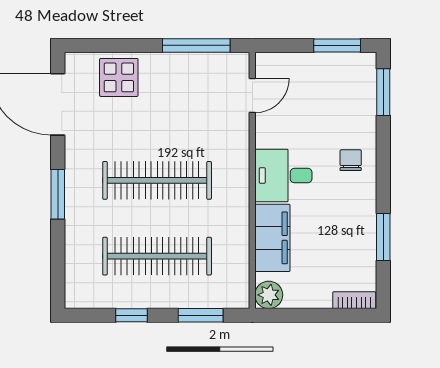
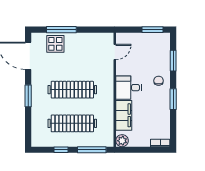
window: (196, 45) -> (61, 30), moved
window: (383, 92) -> (173, 61), moved
window: (383, 237) -> (173, 99), moved
window: (201, 315) -> (92, 150), width x1.44

